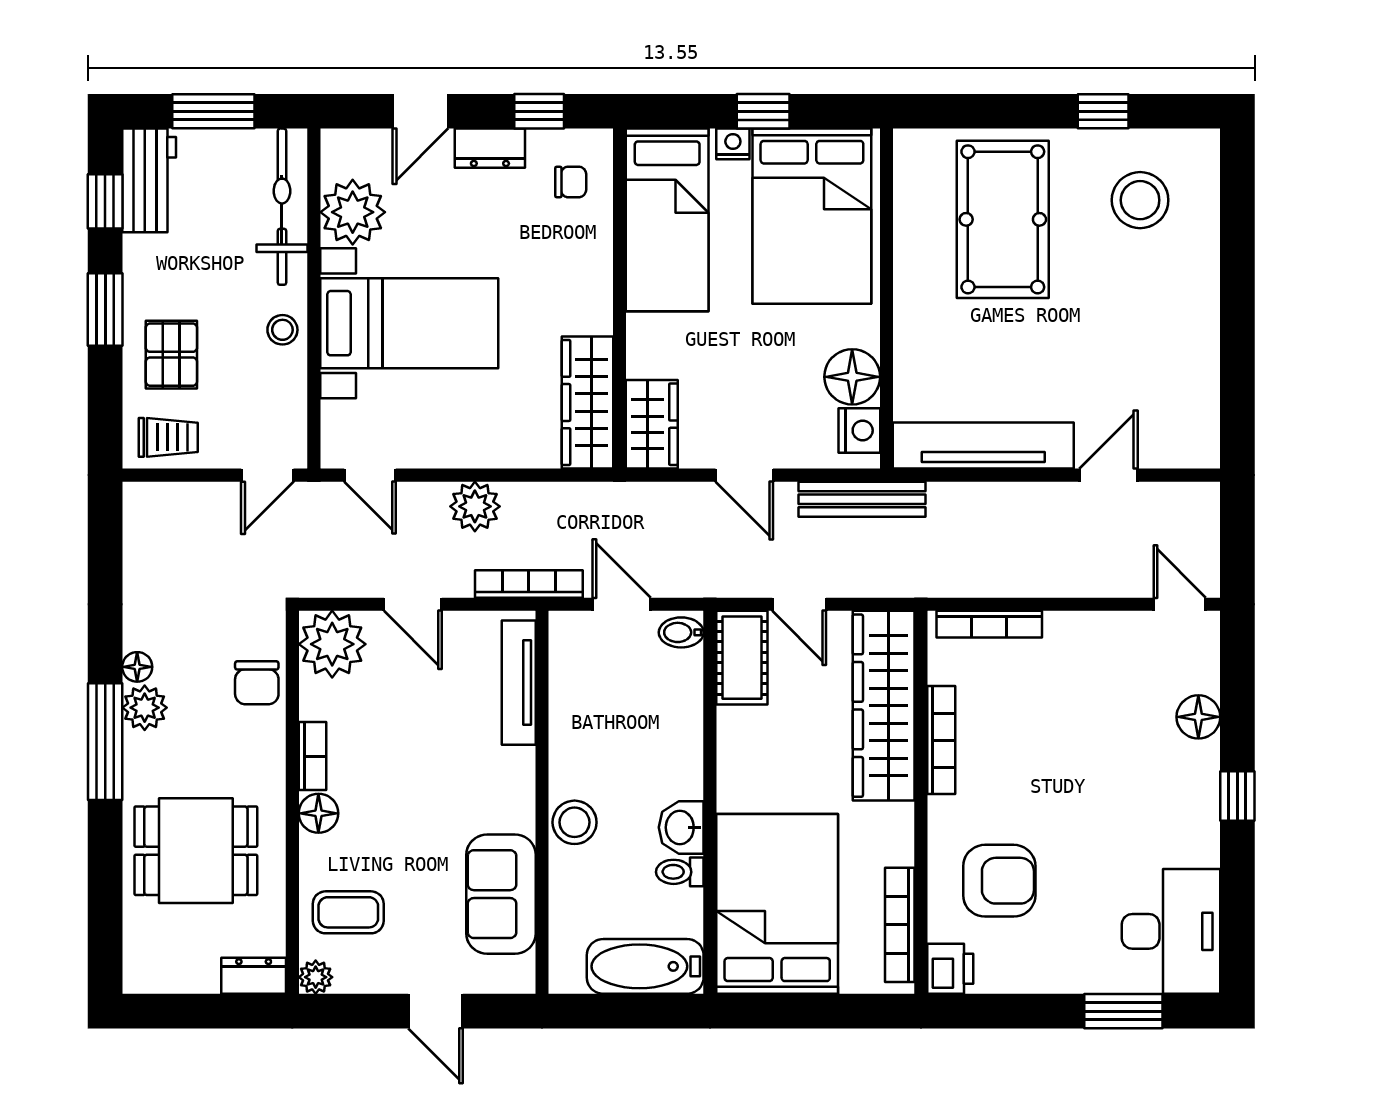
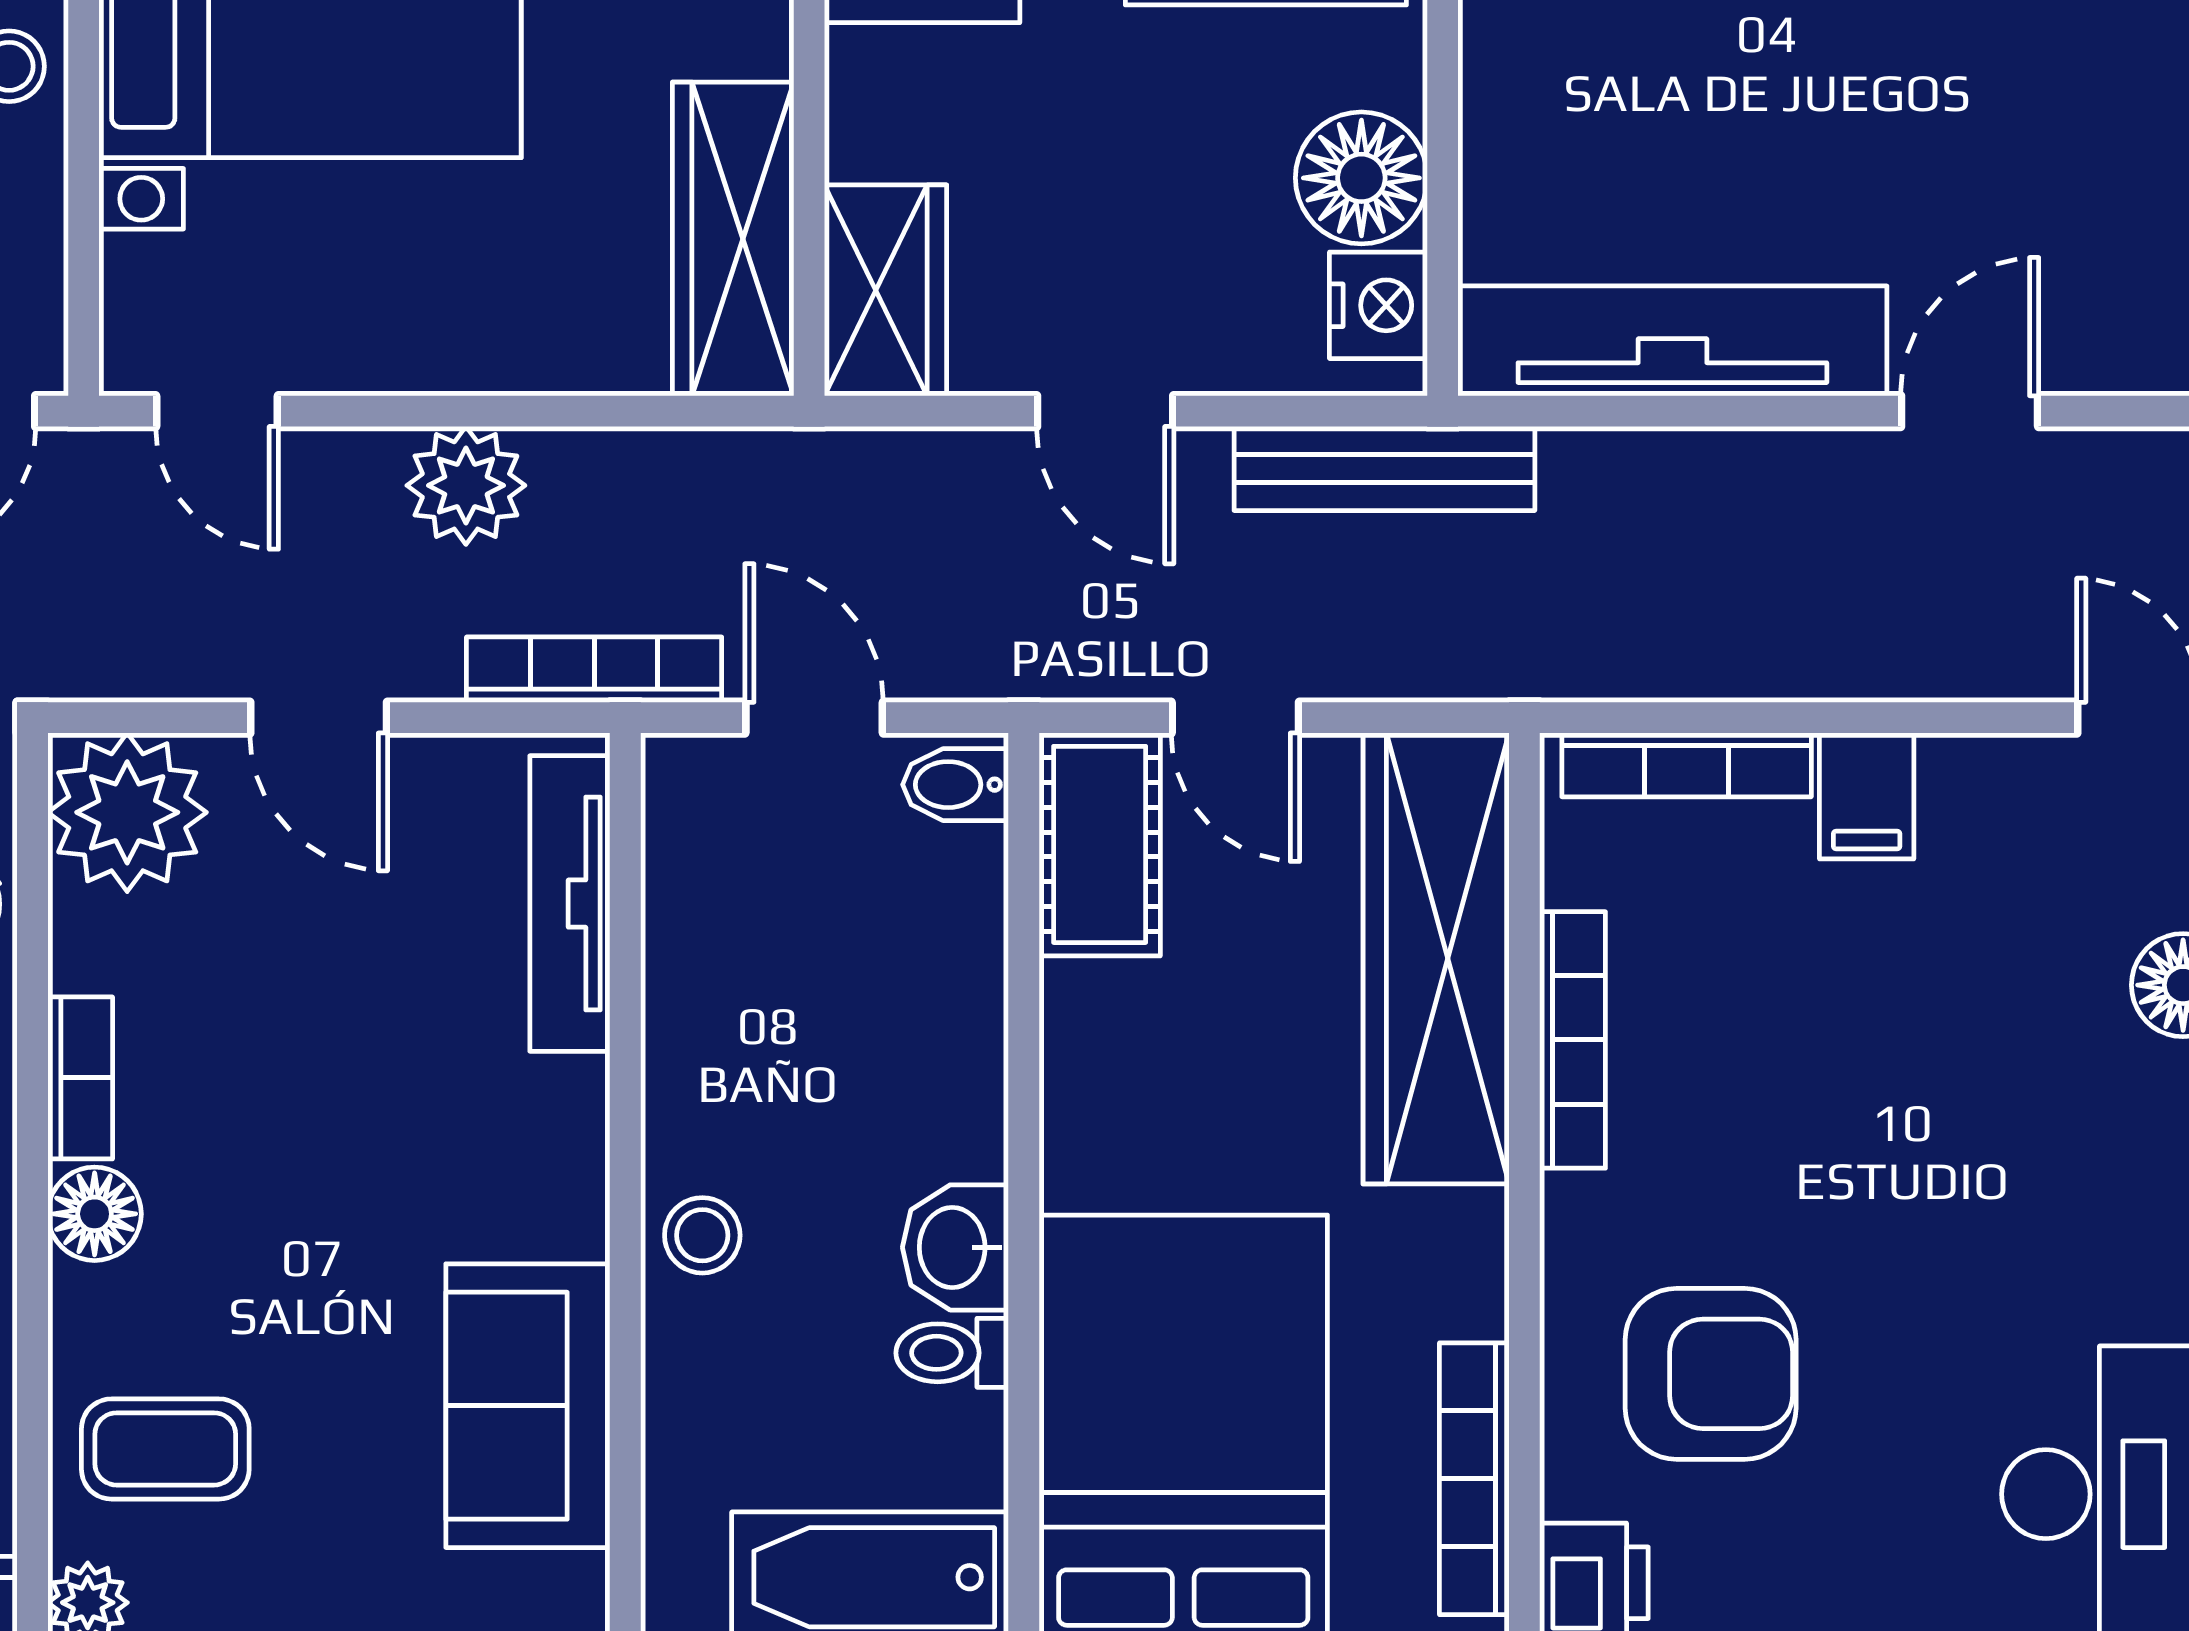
filing cabinet: (1065, 637) -> (1867, 796), added
stool: (575, 822) -> (702, 1235), width x0.73, depth x0.73

